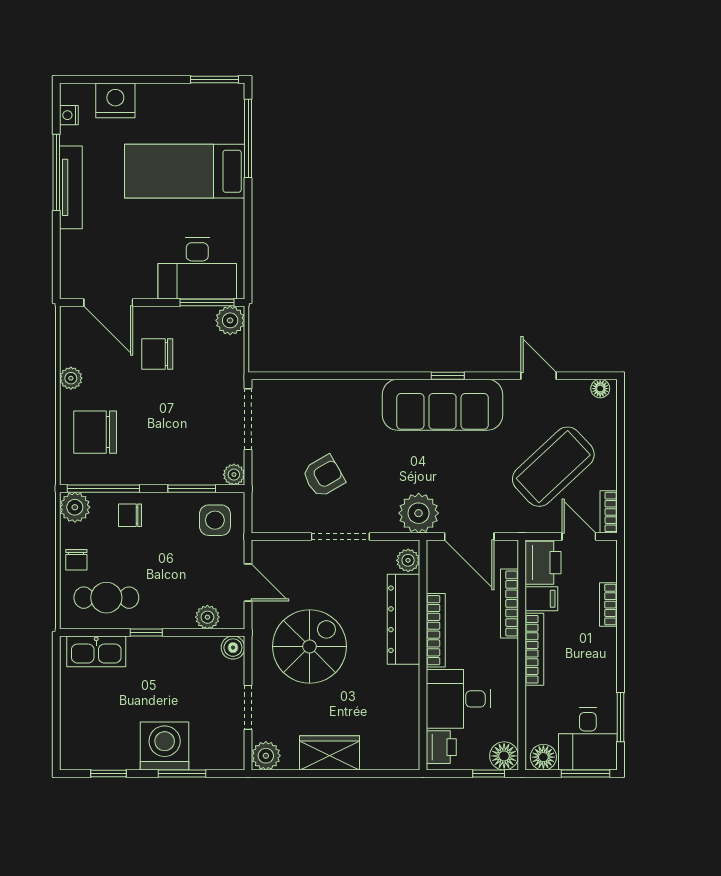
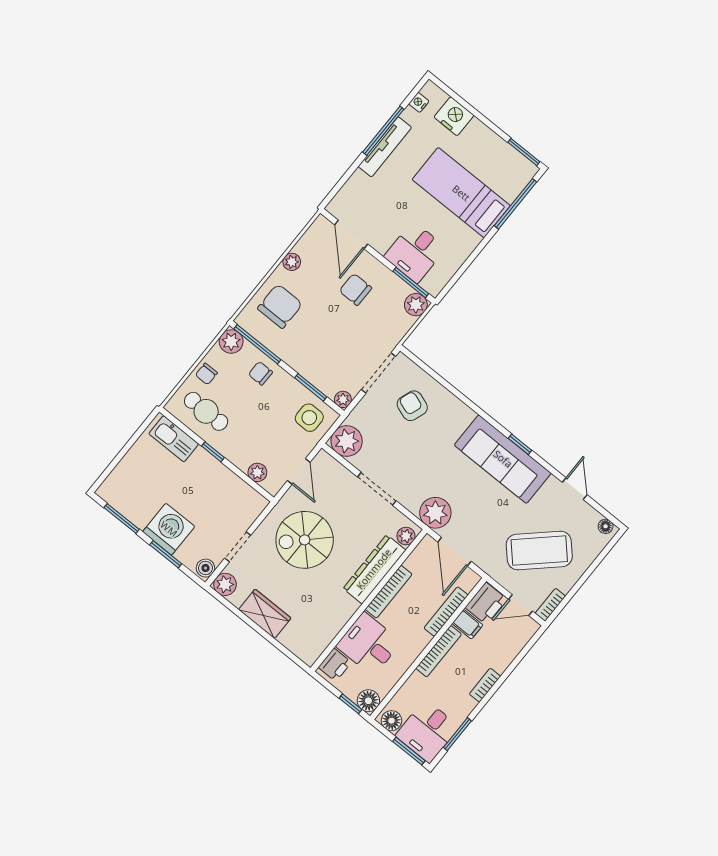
desk: (197, 268) -> (415, 252), width x0.73
chair: (95, 432) -> (280, 306), turned 90
armchair: (323, 476) -> (412, 406), moved, turned -131
plant: (271, 513) -> (347, 441), added
door: (579, 537) -> (520, 605), swing flipped
bookcase: (608, 605) -> (485, 685), moved
spiral stairs: (310, 646) -> (305, 540), turned 180
boiler: (233, 648) -> (205, 568), moved
window: (109, 774) -> (122, 518), width x1.50

